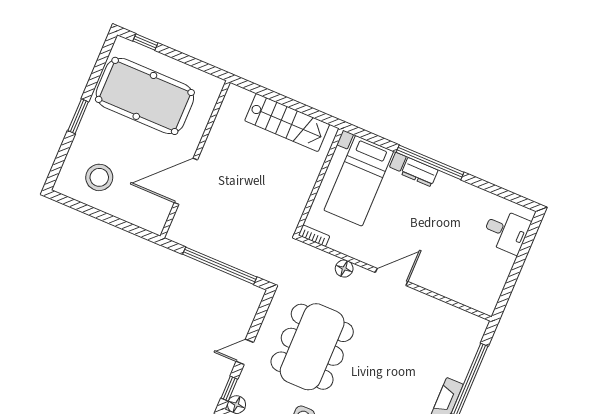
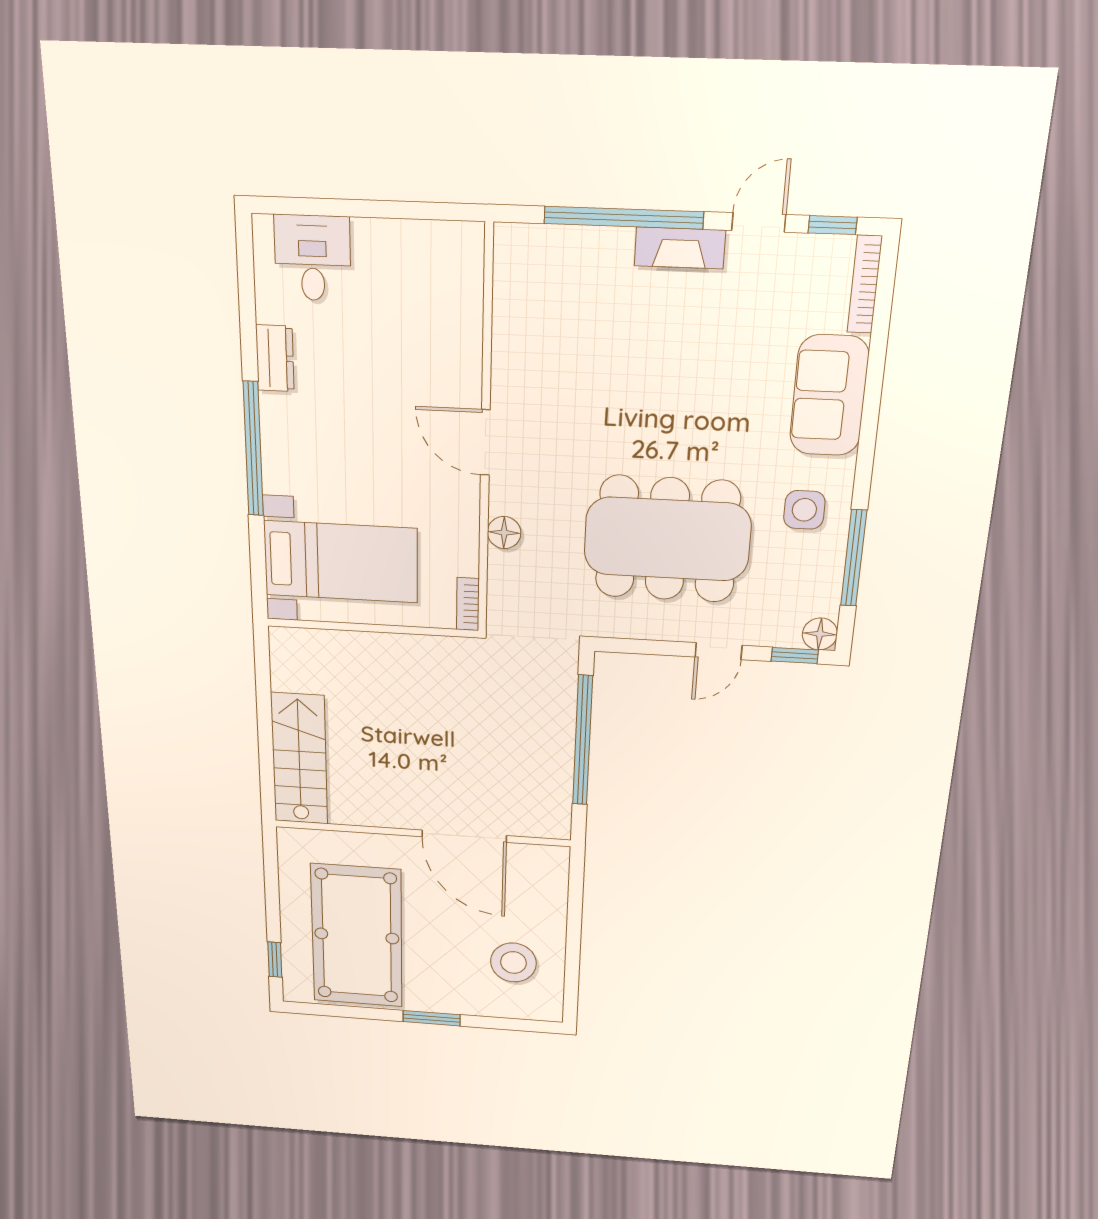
stairs: (287, 123) -> (299, 759), moved
dresser: (419, 172) -> (275, 358), moved
door: (245, 352) -> (719, 651), hinge flipped

